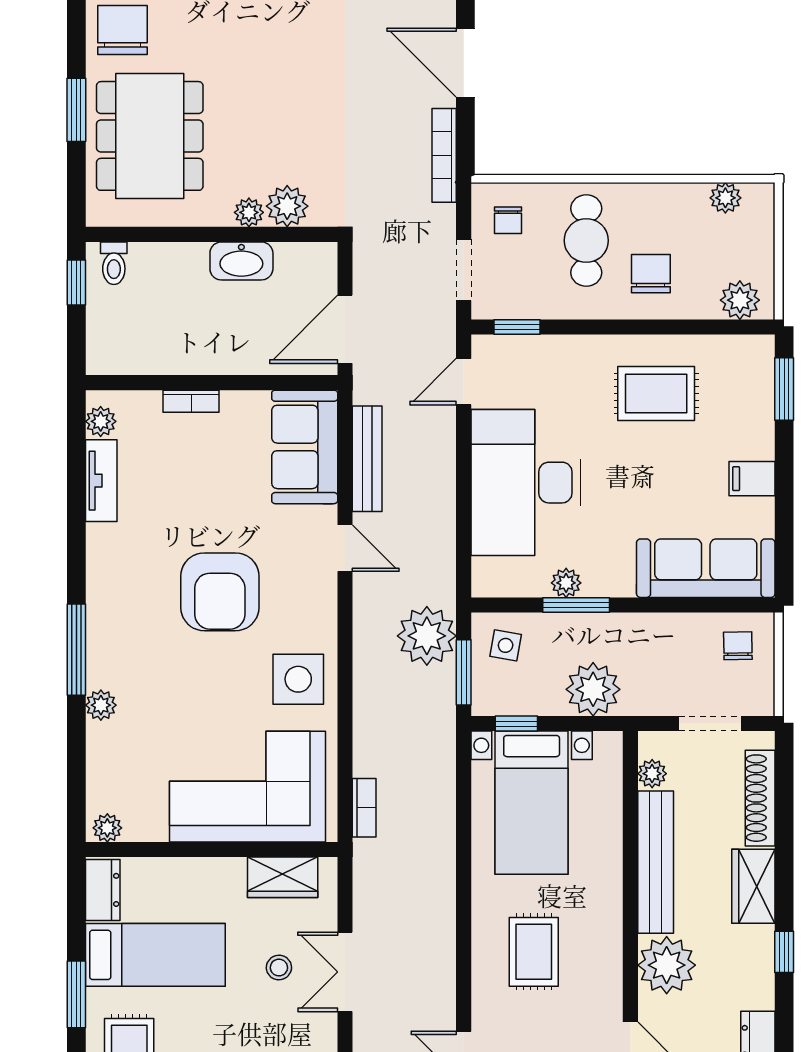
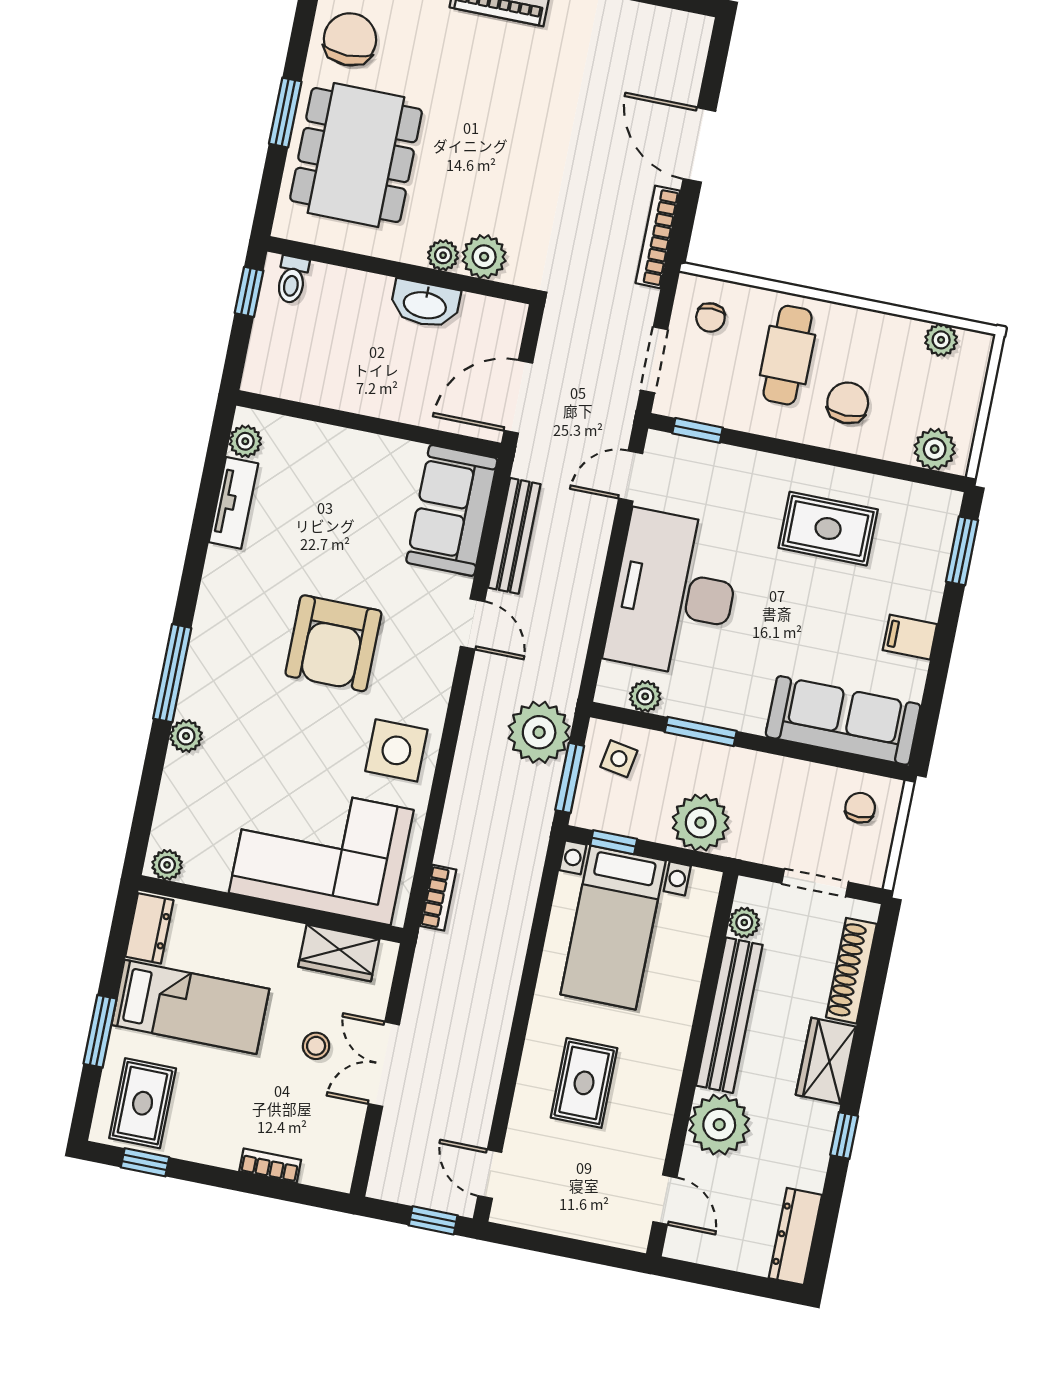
bookcase: (191, 401) -> (343, 439), removed
plant: (566, 583) -> (645, 696), moved

